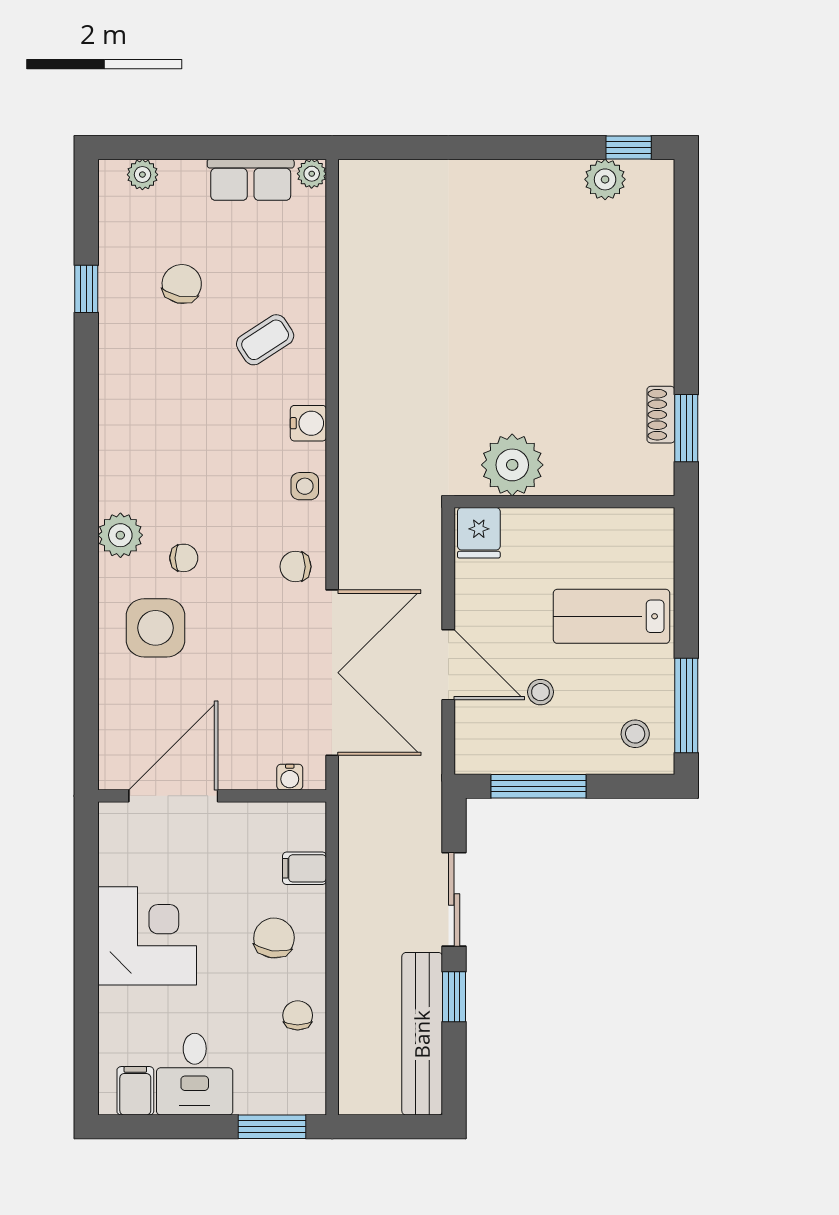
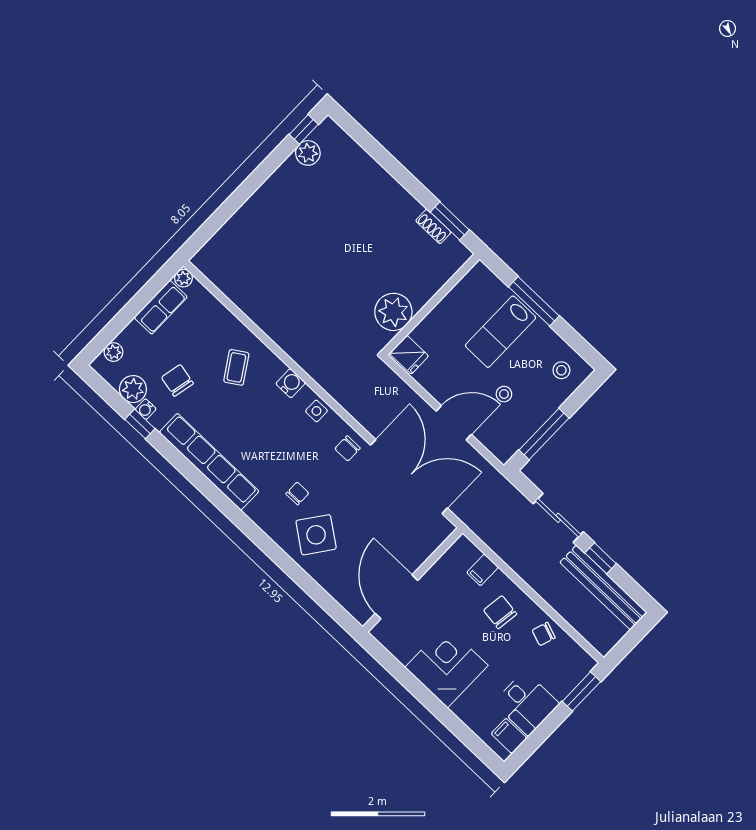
row of seats: (120, 415) -> (209, 462), added
plant: (120, 535) -> (133, 389), moved
side table: (155, 628) -> (316, 535), turned 36
window: (686, 705) -> (534, 301), moved
water cooler: (290, 777) -> (146, 409), moved, turned 90
chair: (298, 1015) -> (544, 634), turned -71

